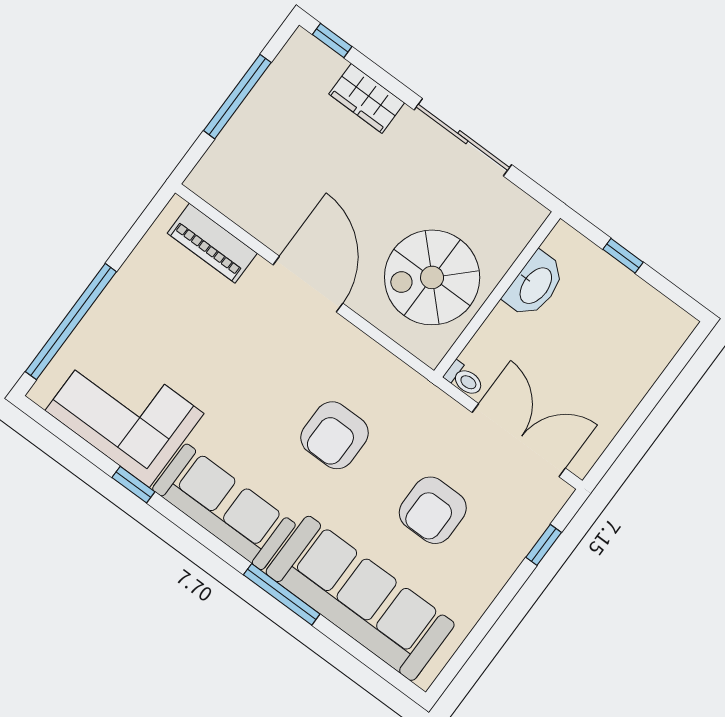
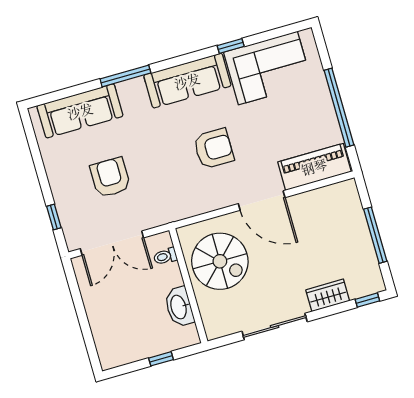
piano: (212, 243) -> (314, 167), width x1.37, depth x1.33
spiral stairs: (432, 277) -> (220, 261), turned 90
window: (71, 322) -> (339, 108), moved
toilet: (464, 379) -> (165, 256), moved
armchair: (335, 435) -> (214, 149), moved, turned 90
sofa: (360, 598) -> (80, 111), width x0.74, depth x0.79

